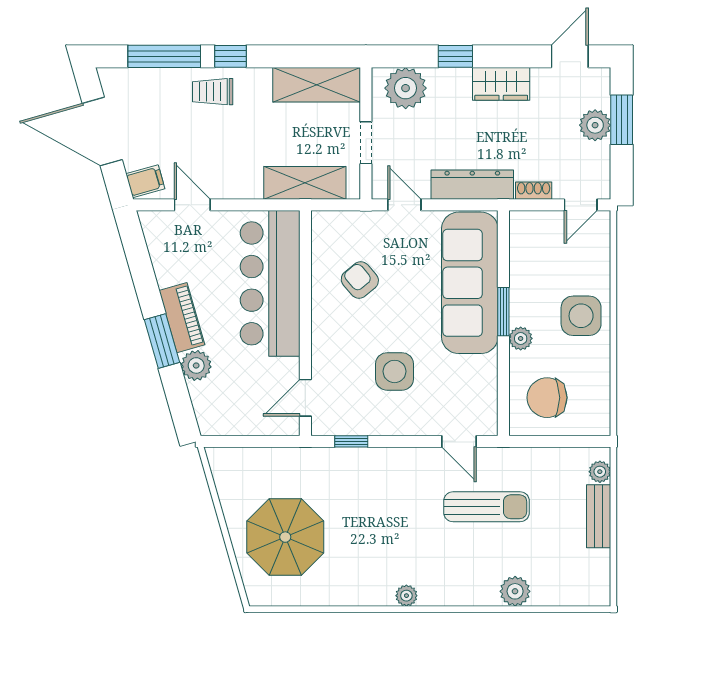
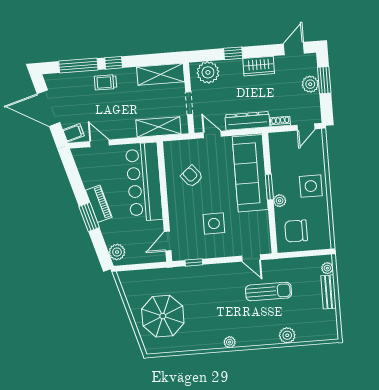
plant: (196, 365) -> (117, 252), moved

